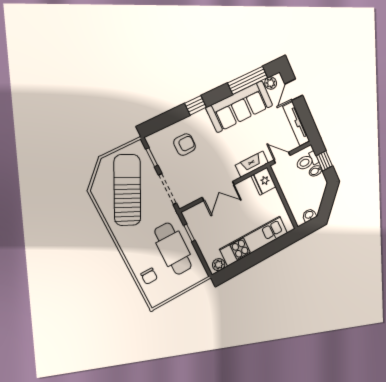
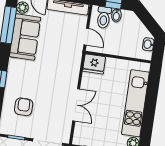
sofa: (240, 107) -> (25, 37), width x0.73
door: (282, 158) -> (86, 37), swing flipped
fireplace: (252, 164) -> (74, 64), removed

